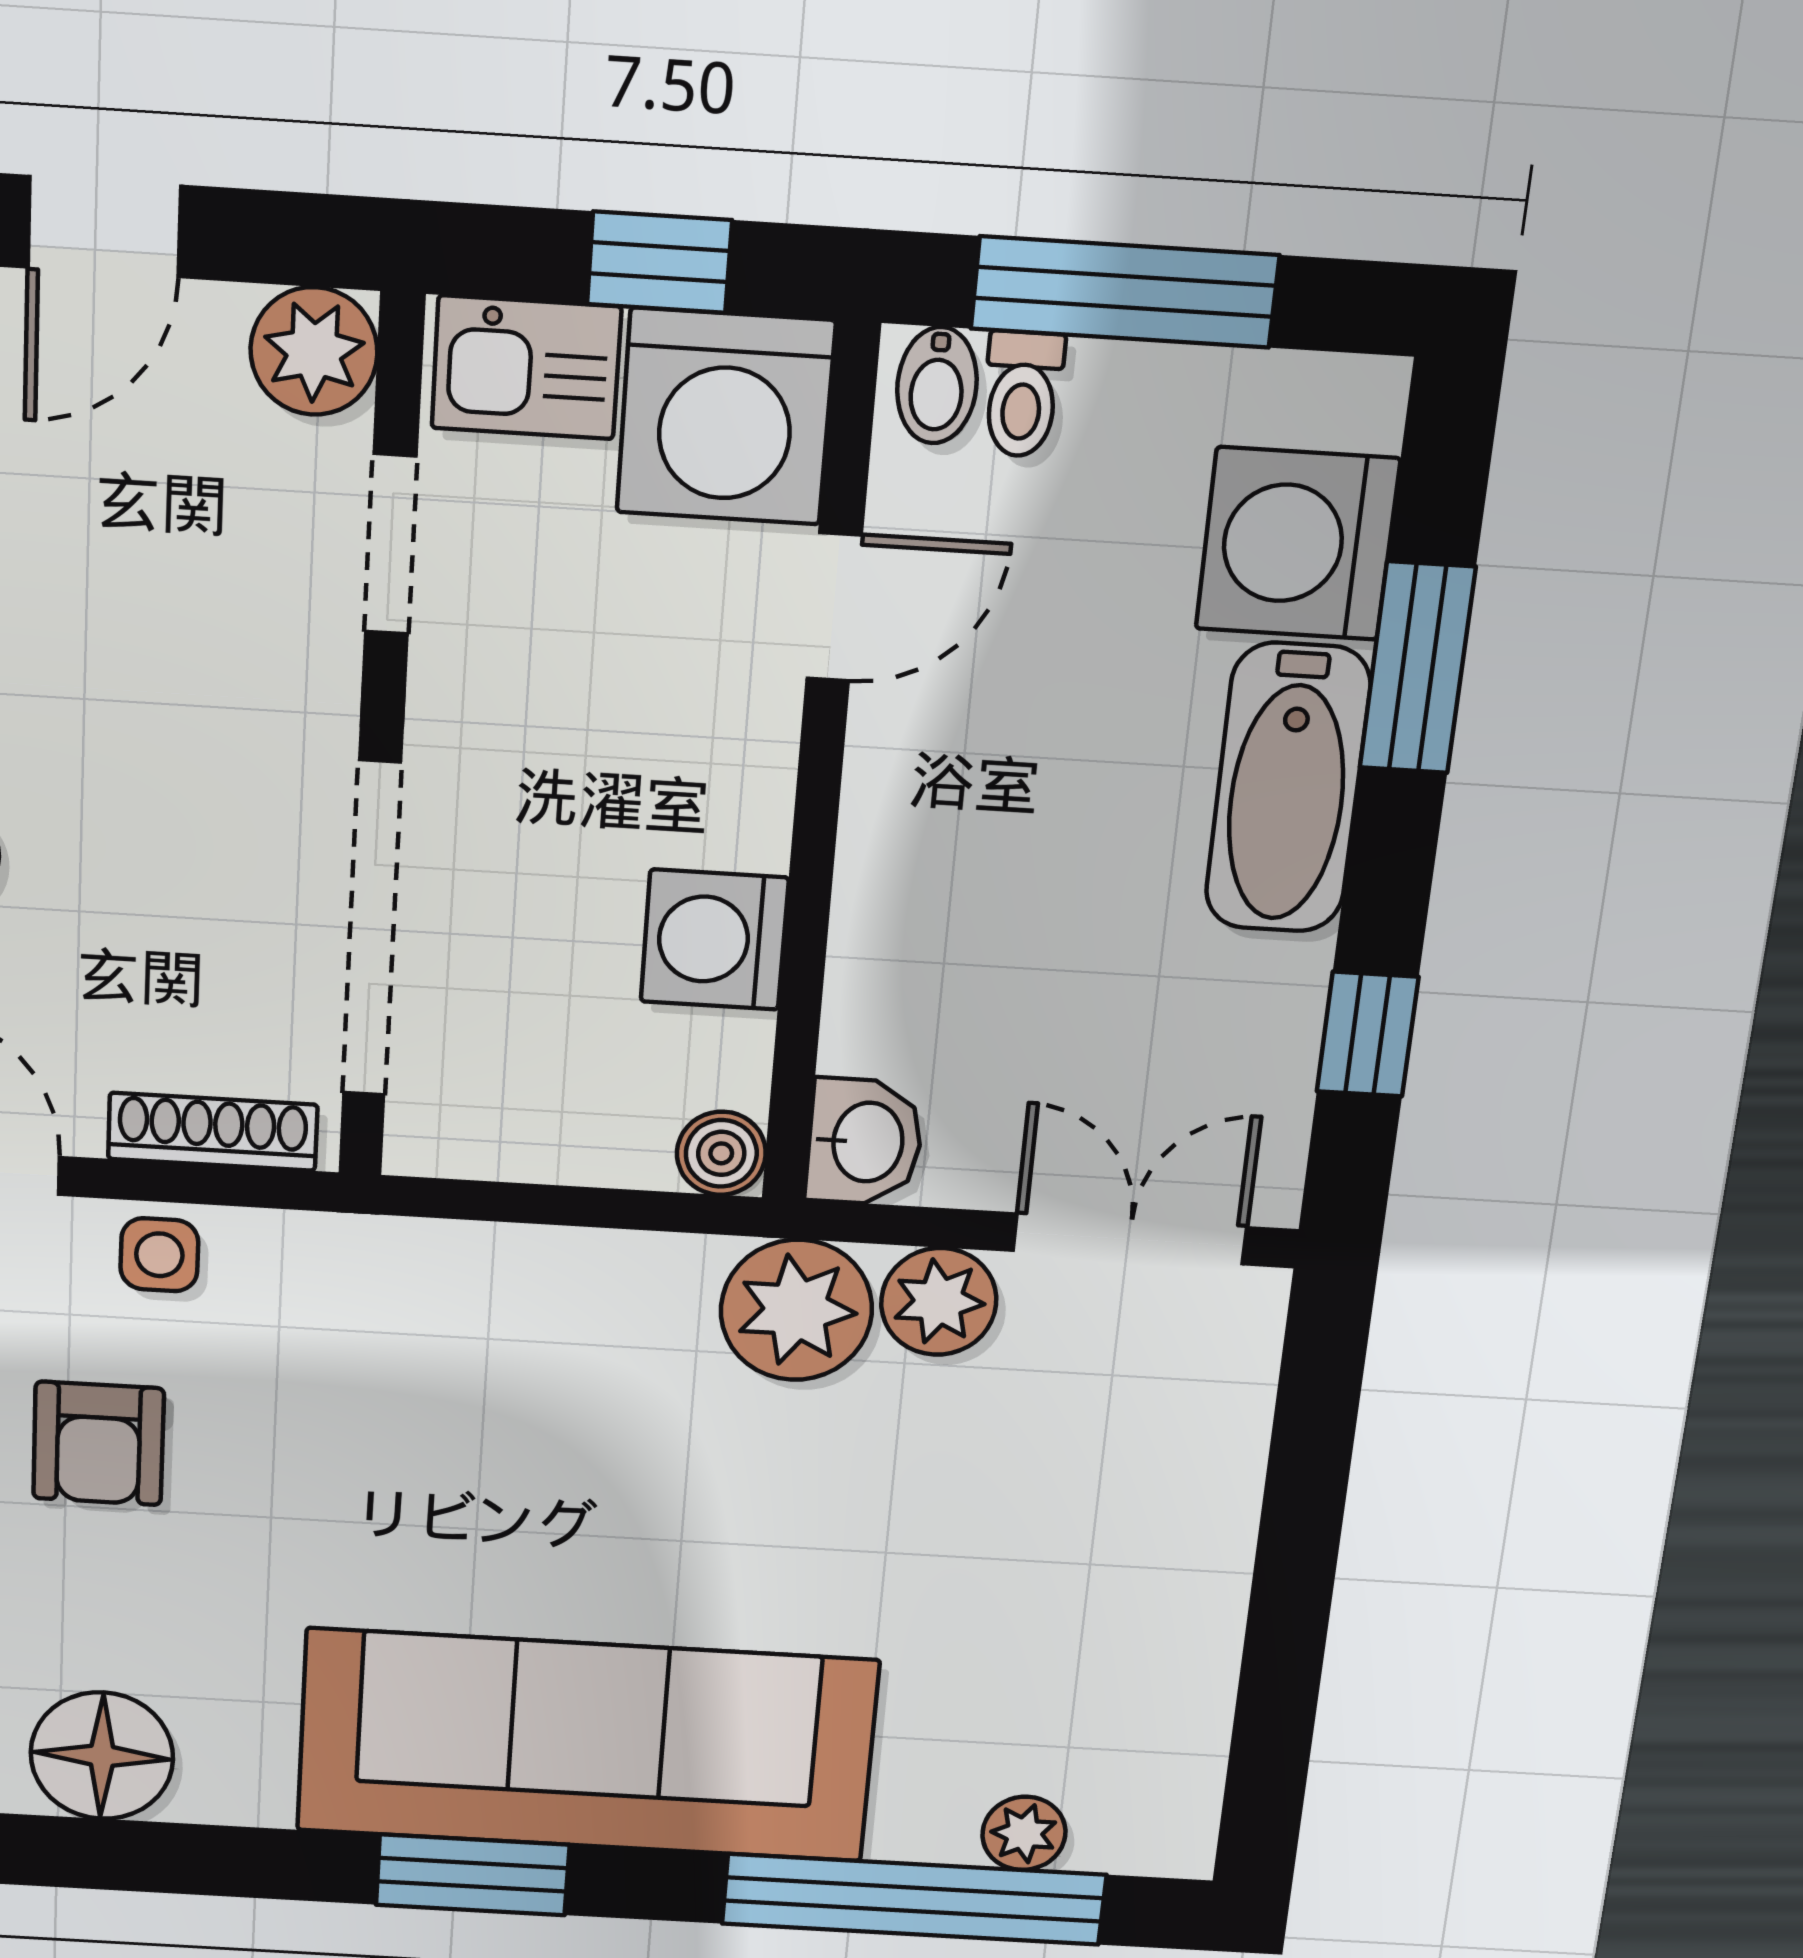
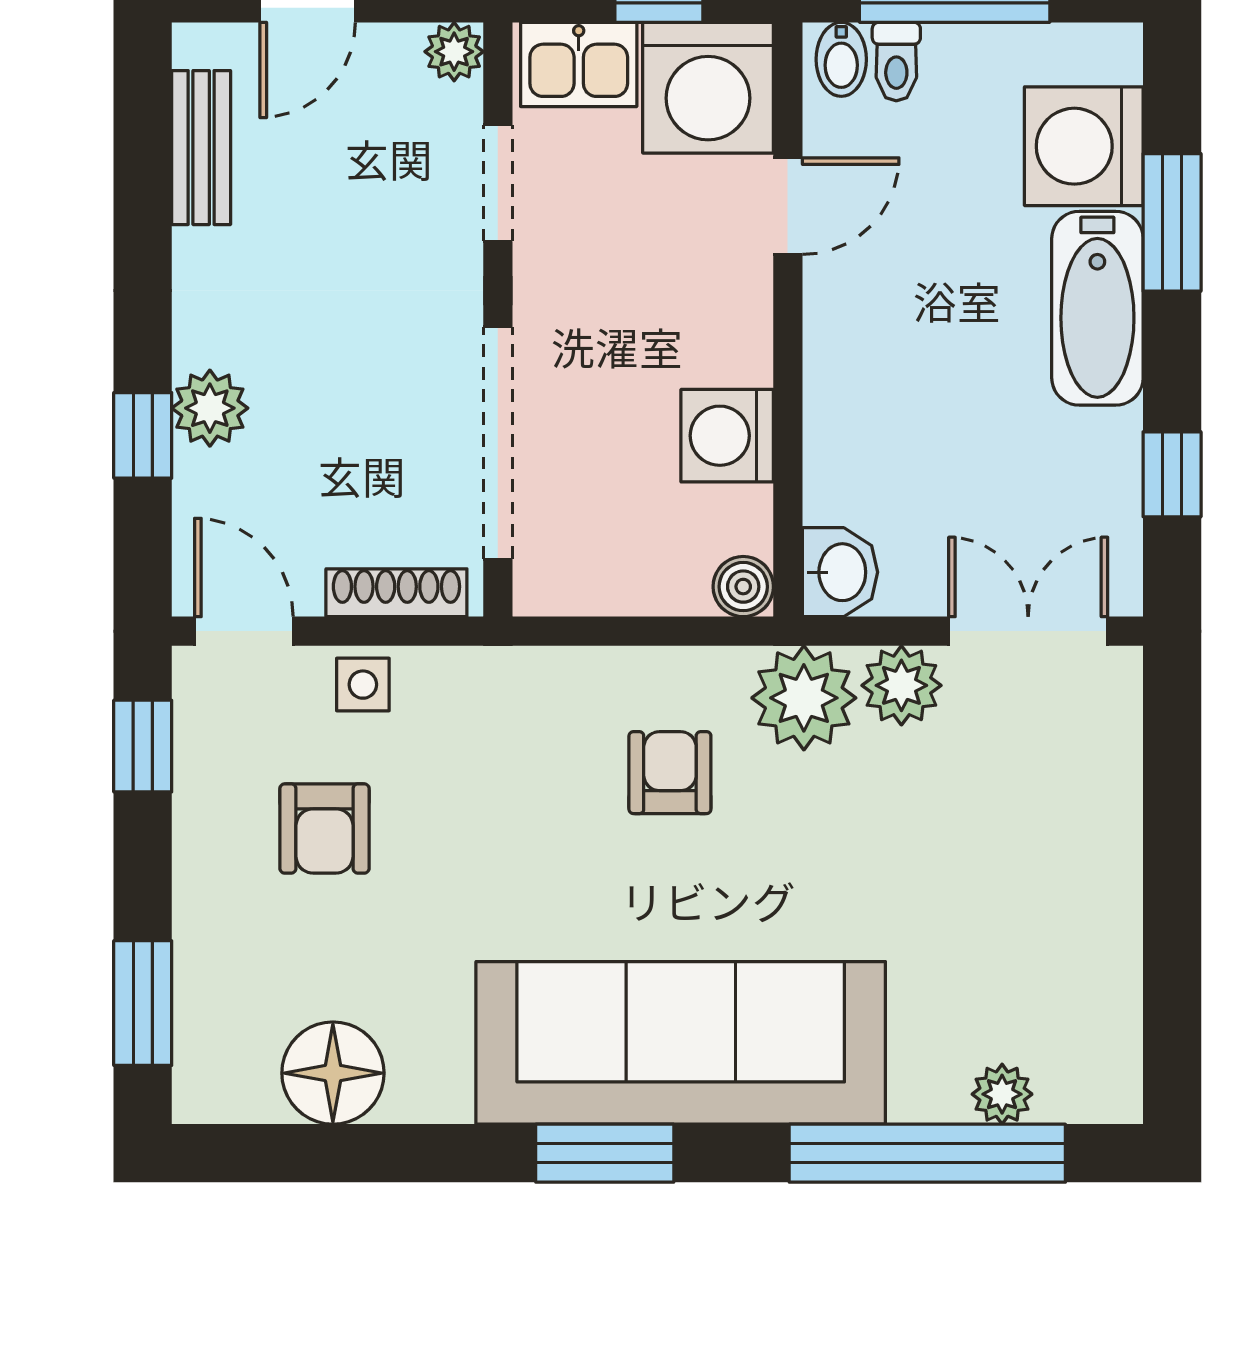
plant: (314, 351) -> (454, 52), width x0.73, depth x0.73
armchair: (596, 1398) -> (670, 773), added

